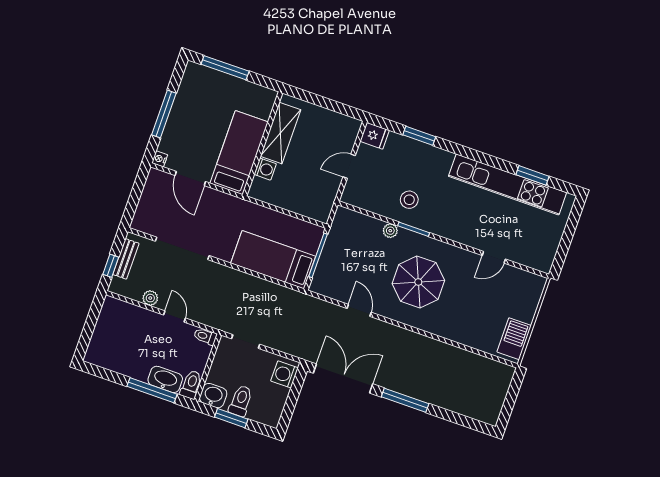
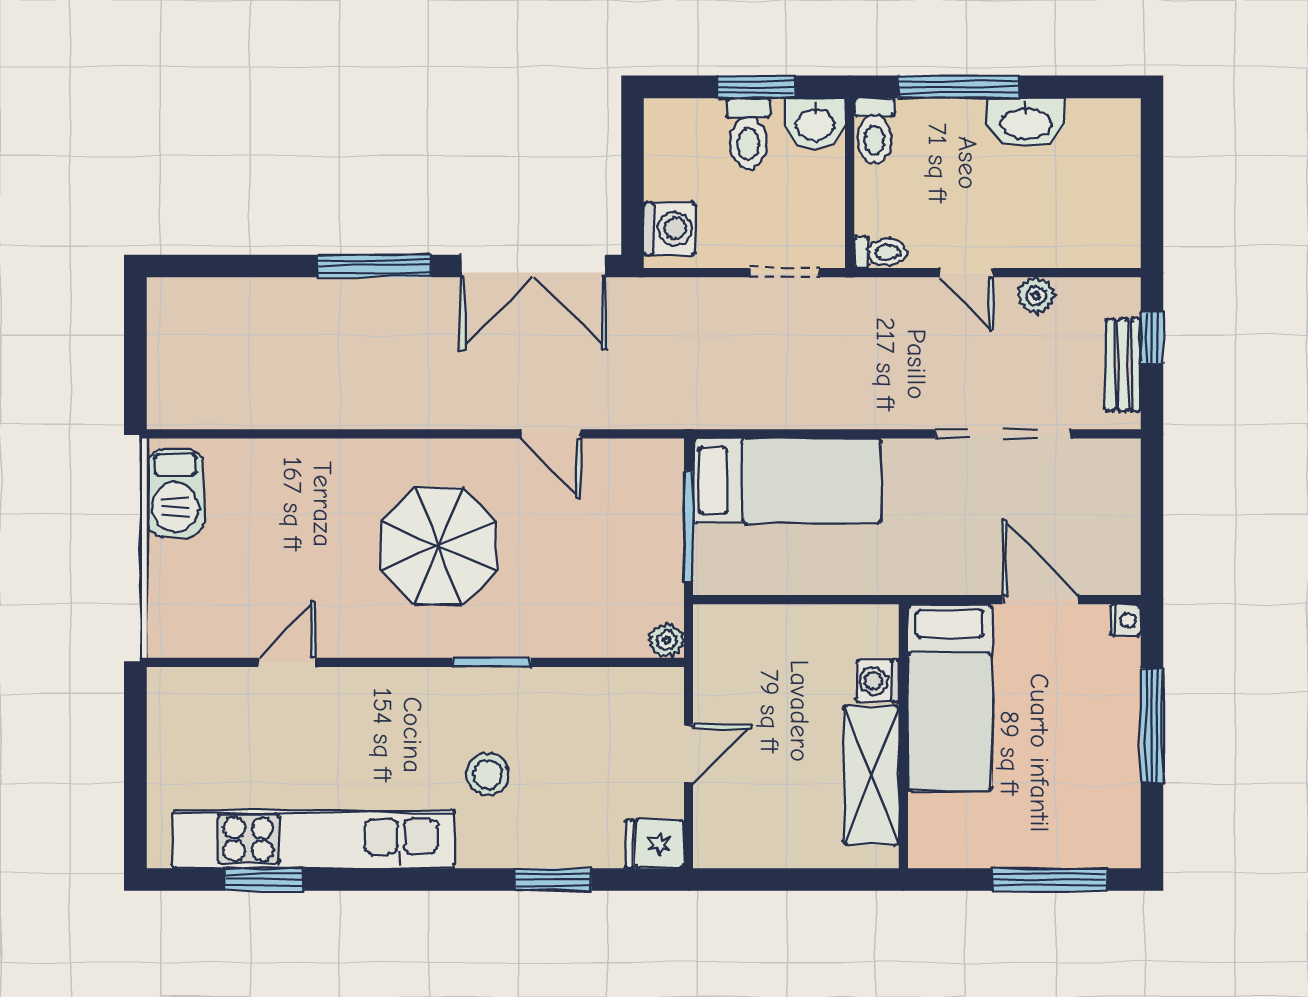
stool: (409, 200) -> (488, 774), moved
plant: (390, 231) -> (666, 640), moved
washbasin: (165, 379) -> (1026, 122), moved

